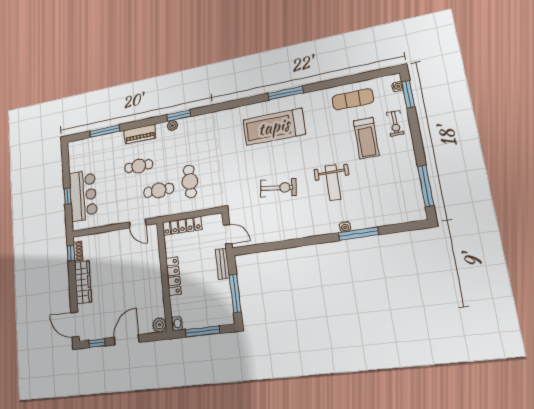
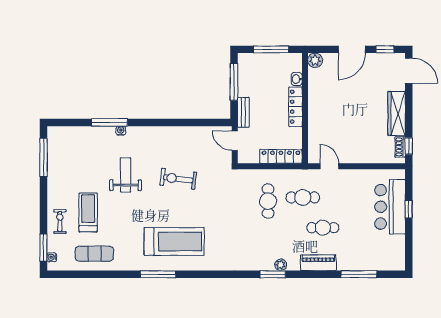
washbasin: (177, 324) -> (297, 79), moved

